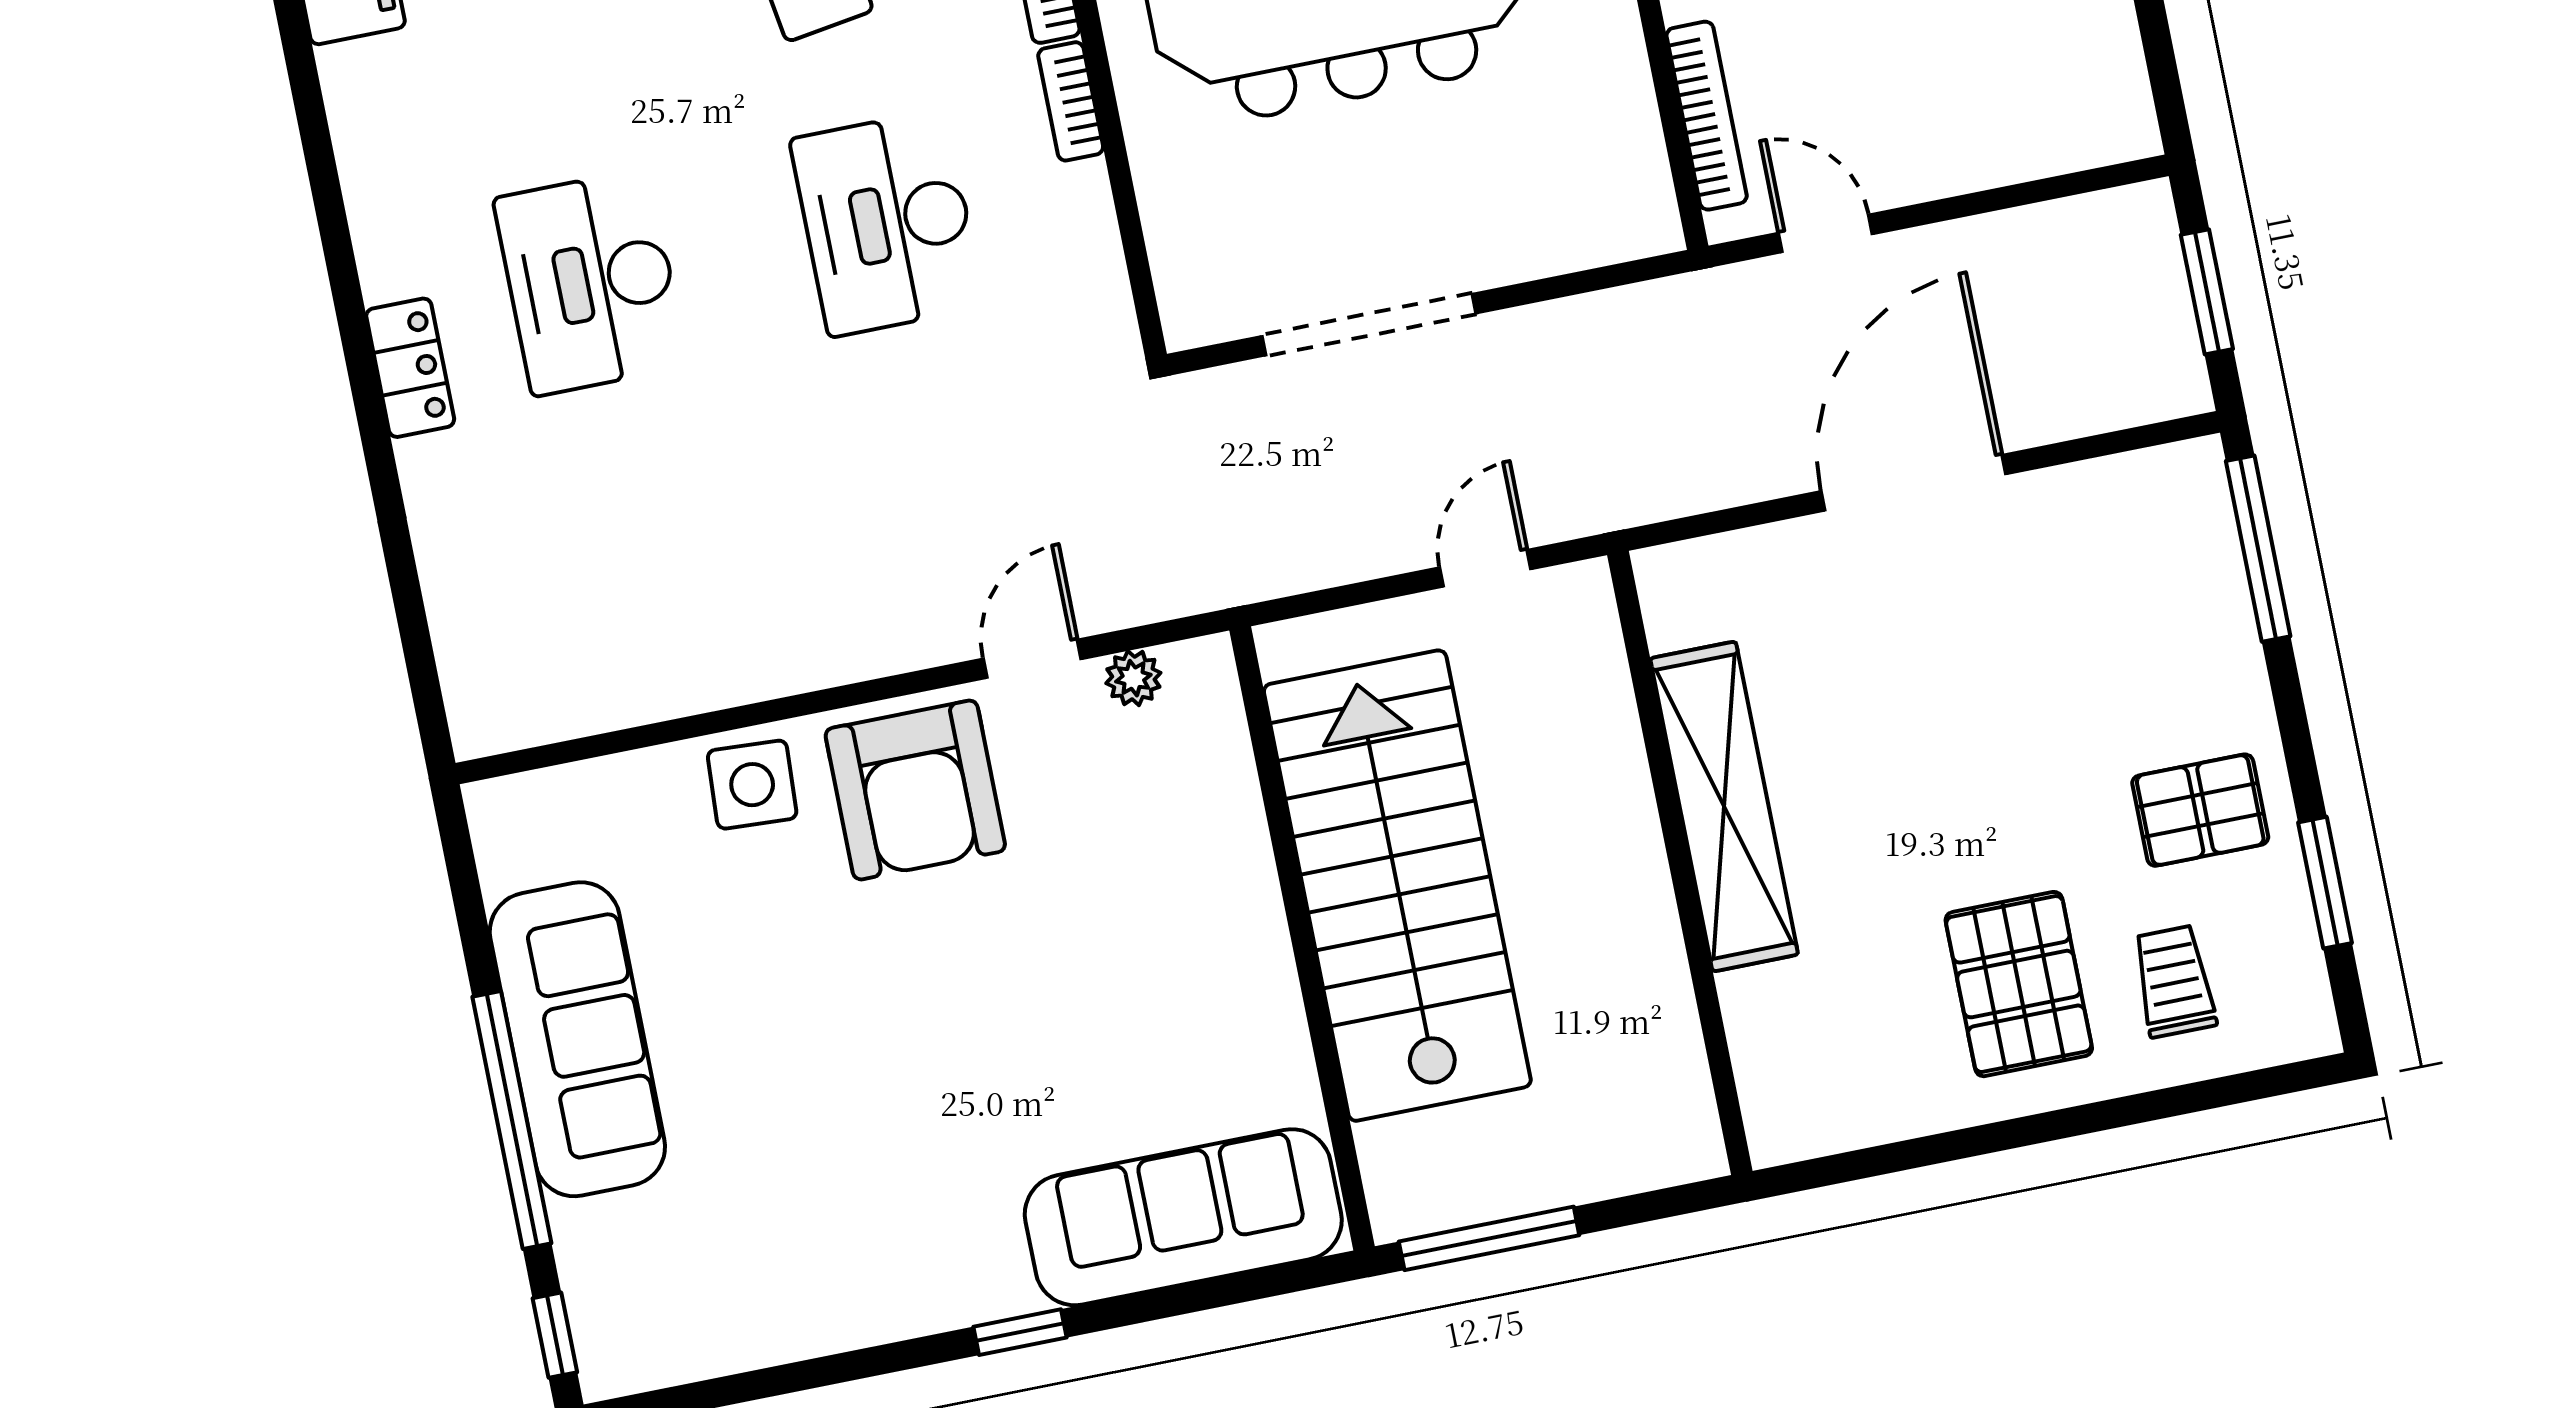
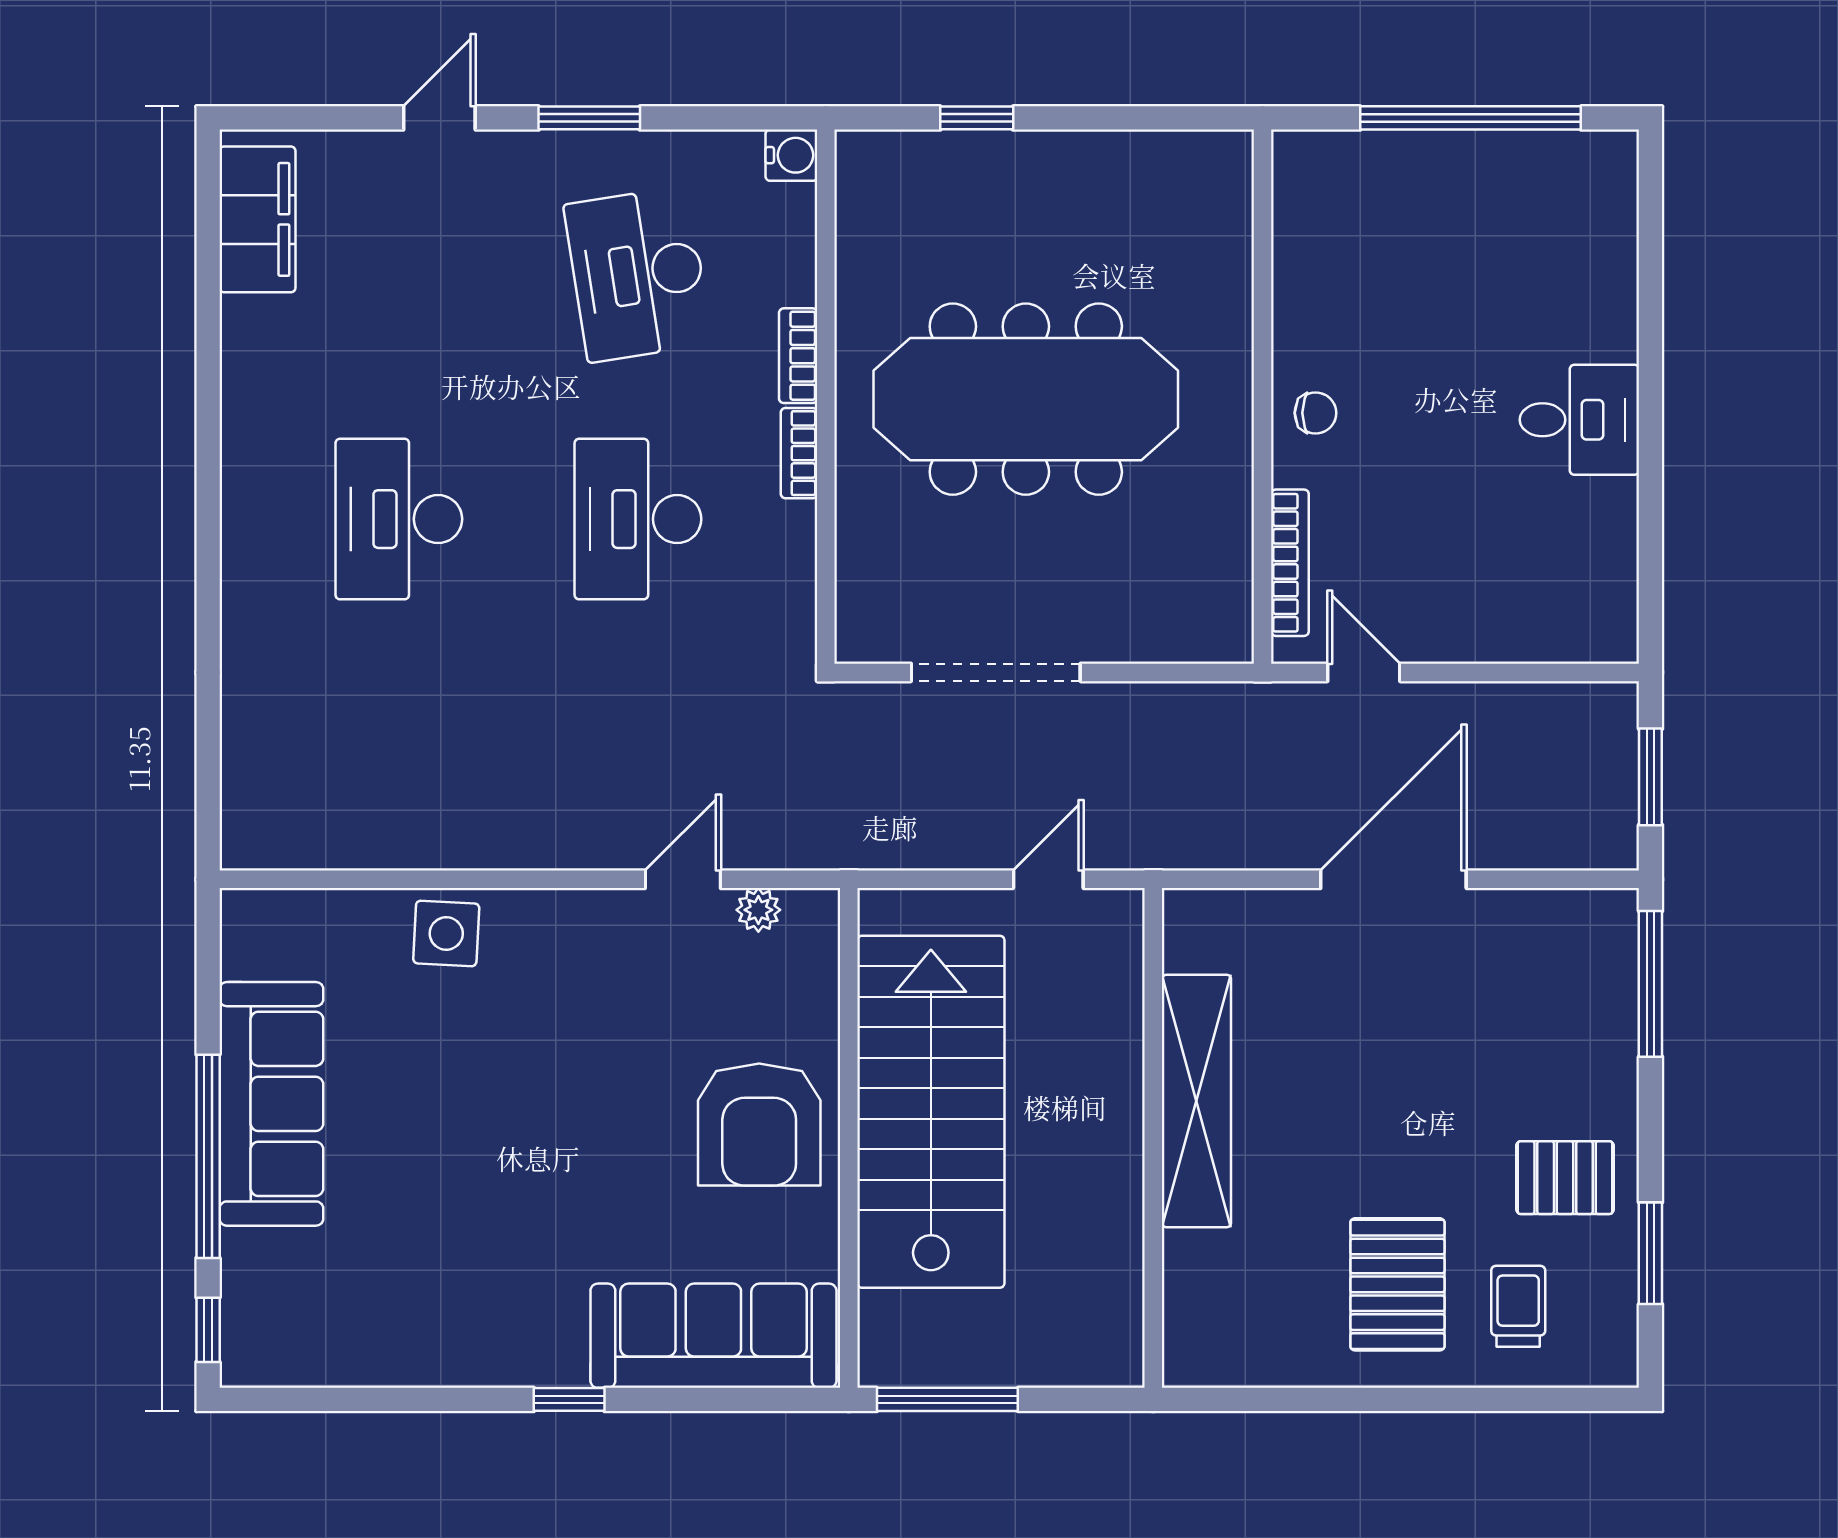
locker: (410, 368) -> (246, 557), removed
armchair: (915, 790) -> (759, 1125), moved

